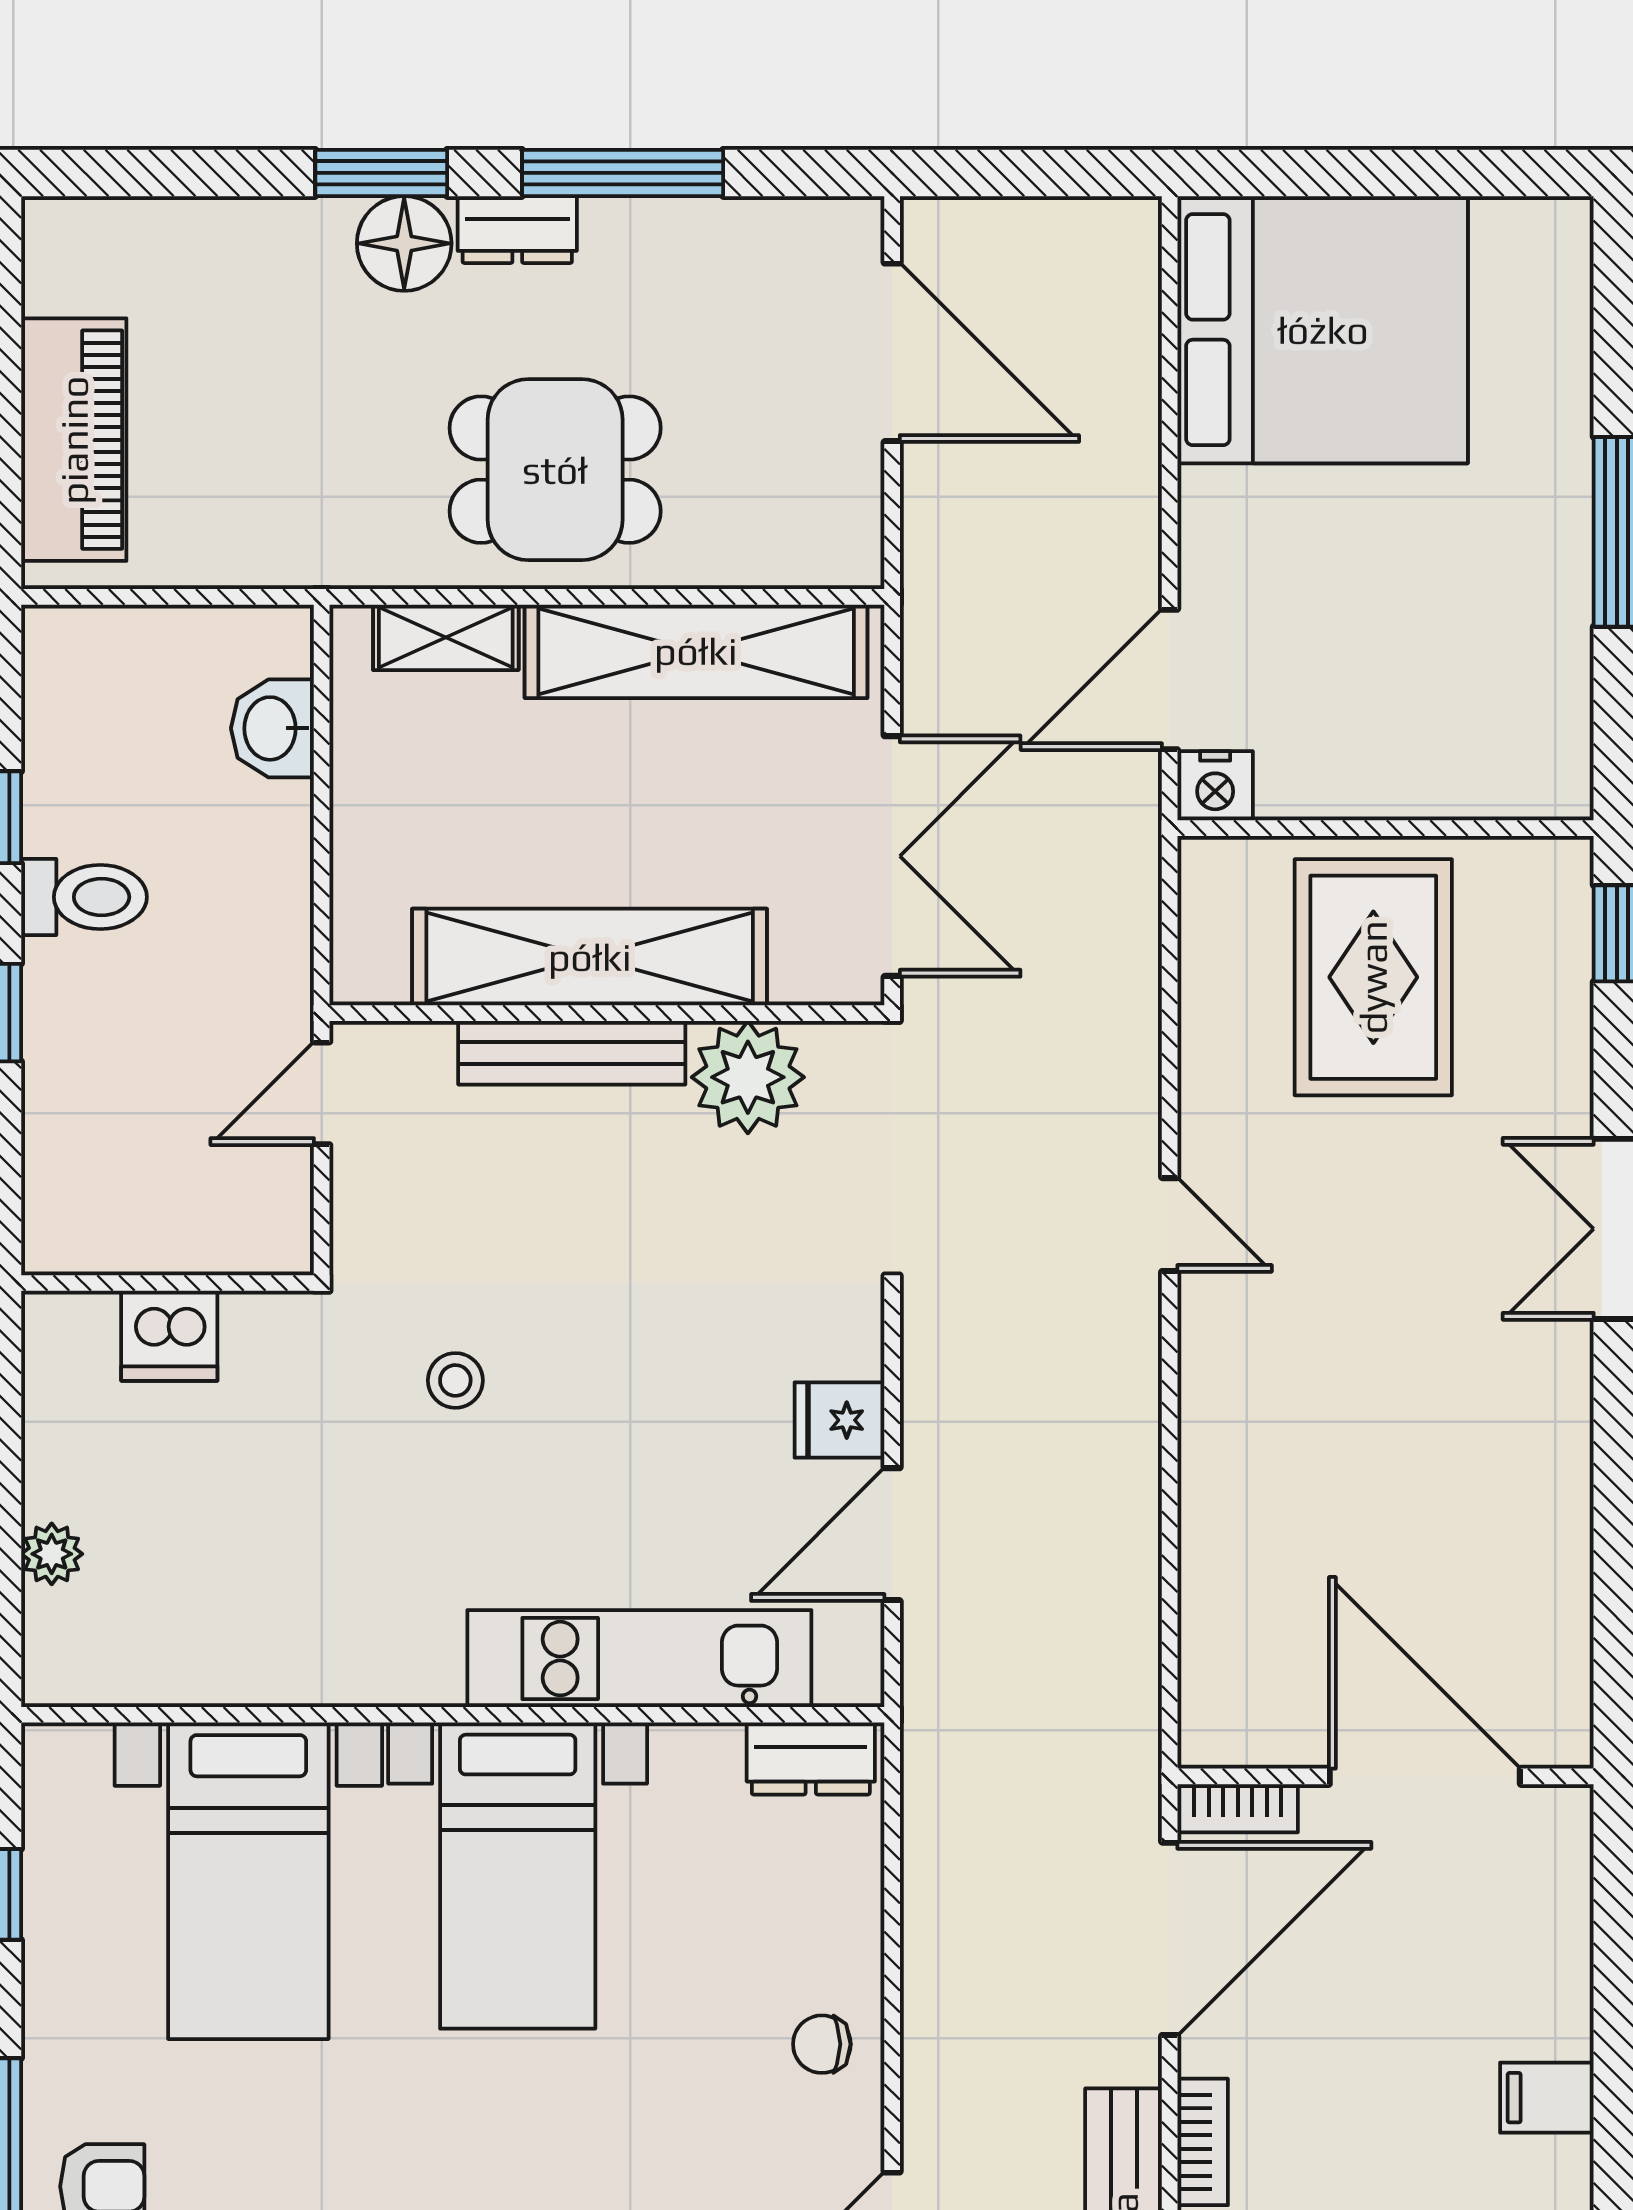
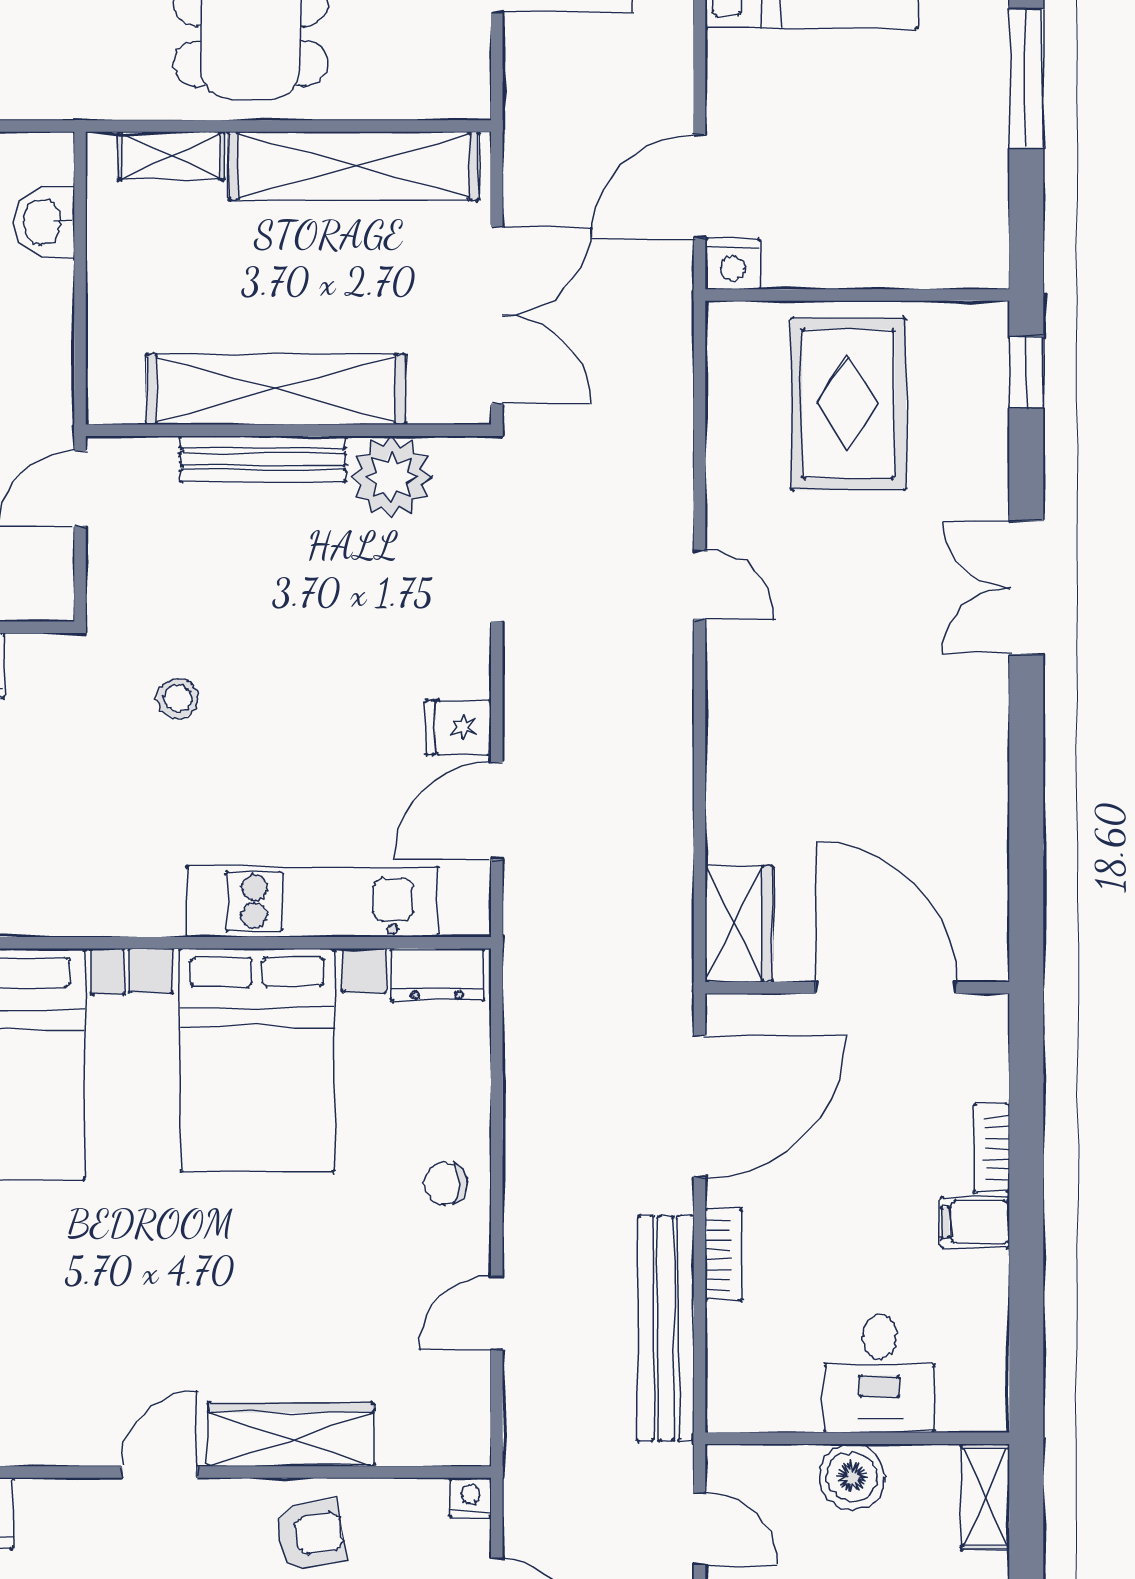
wardrobe: (1224, 1689) -> (739, 924), added
bookcase: (1238, 1808) -> (992, 1148), moved, turned 90
bed with nightstands: (518, 1876) -> (257, 1060), width x1.36

